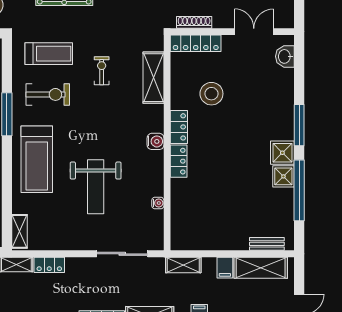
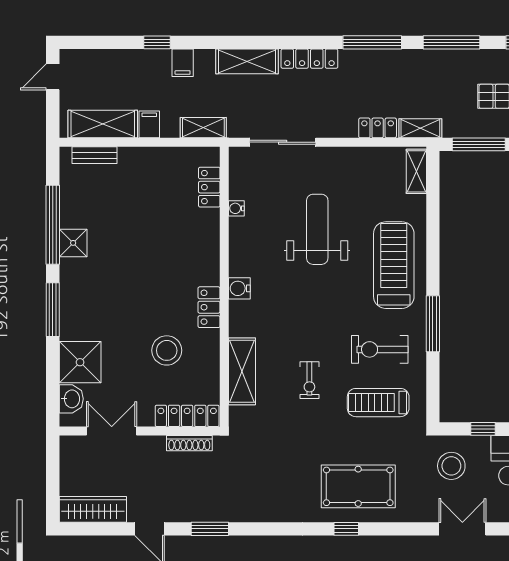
double door: (254, 32) -> (112, 431), swing flipped
shower: (282, 153) -> (80, 362), moved, width x1.36, depth x1.36
locker: (179, 161) -> (209, 187), moved

